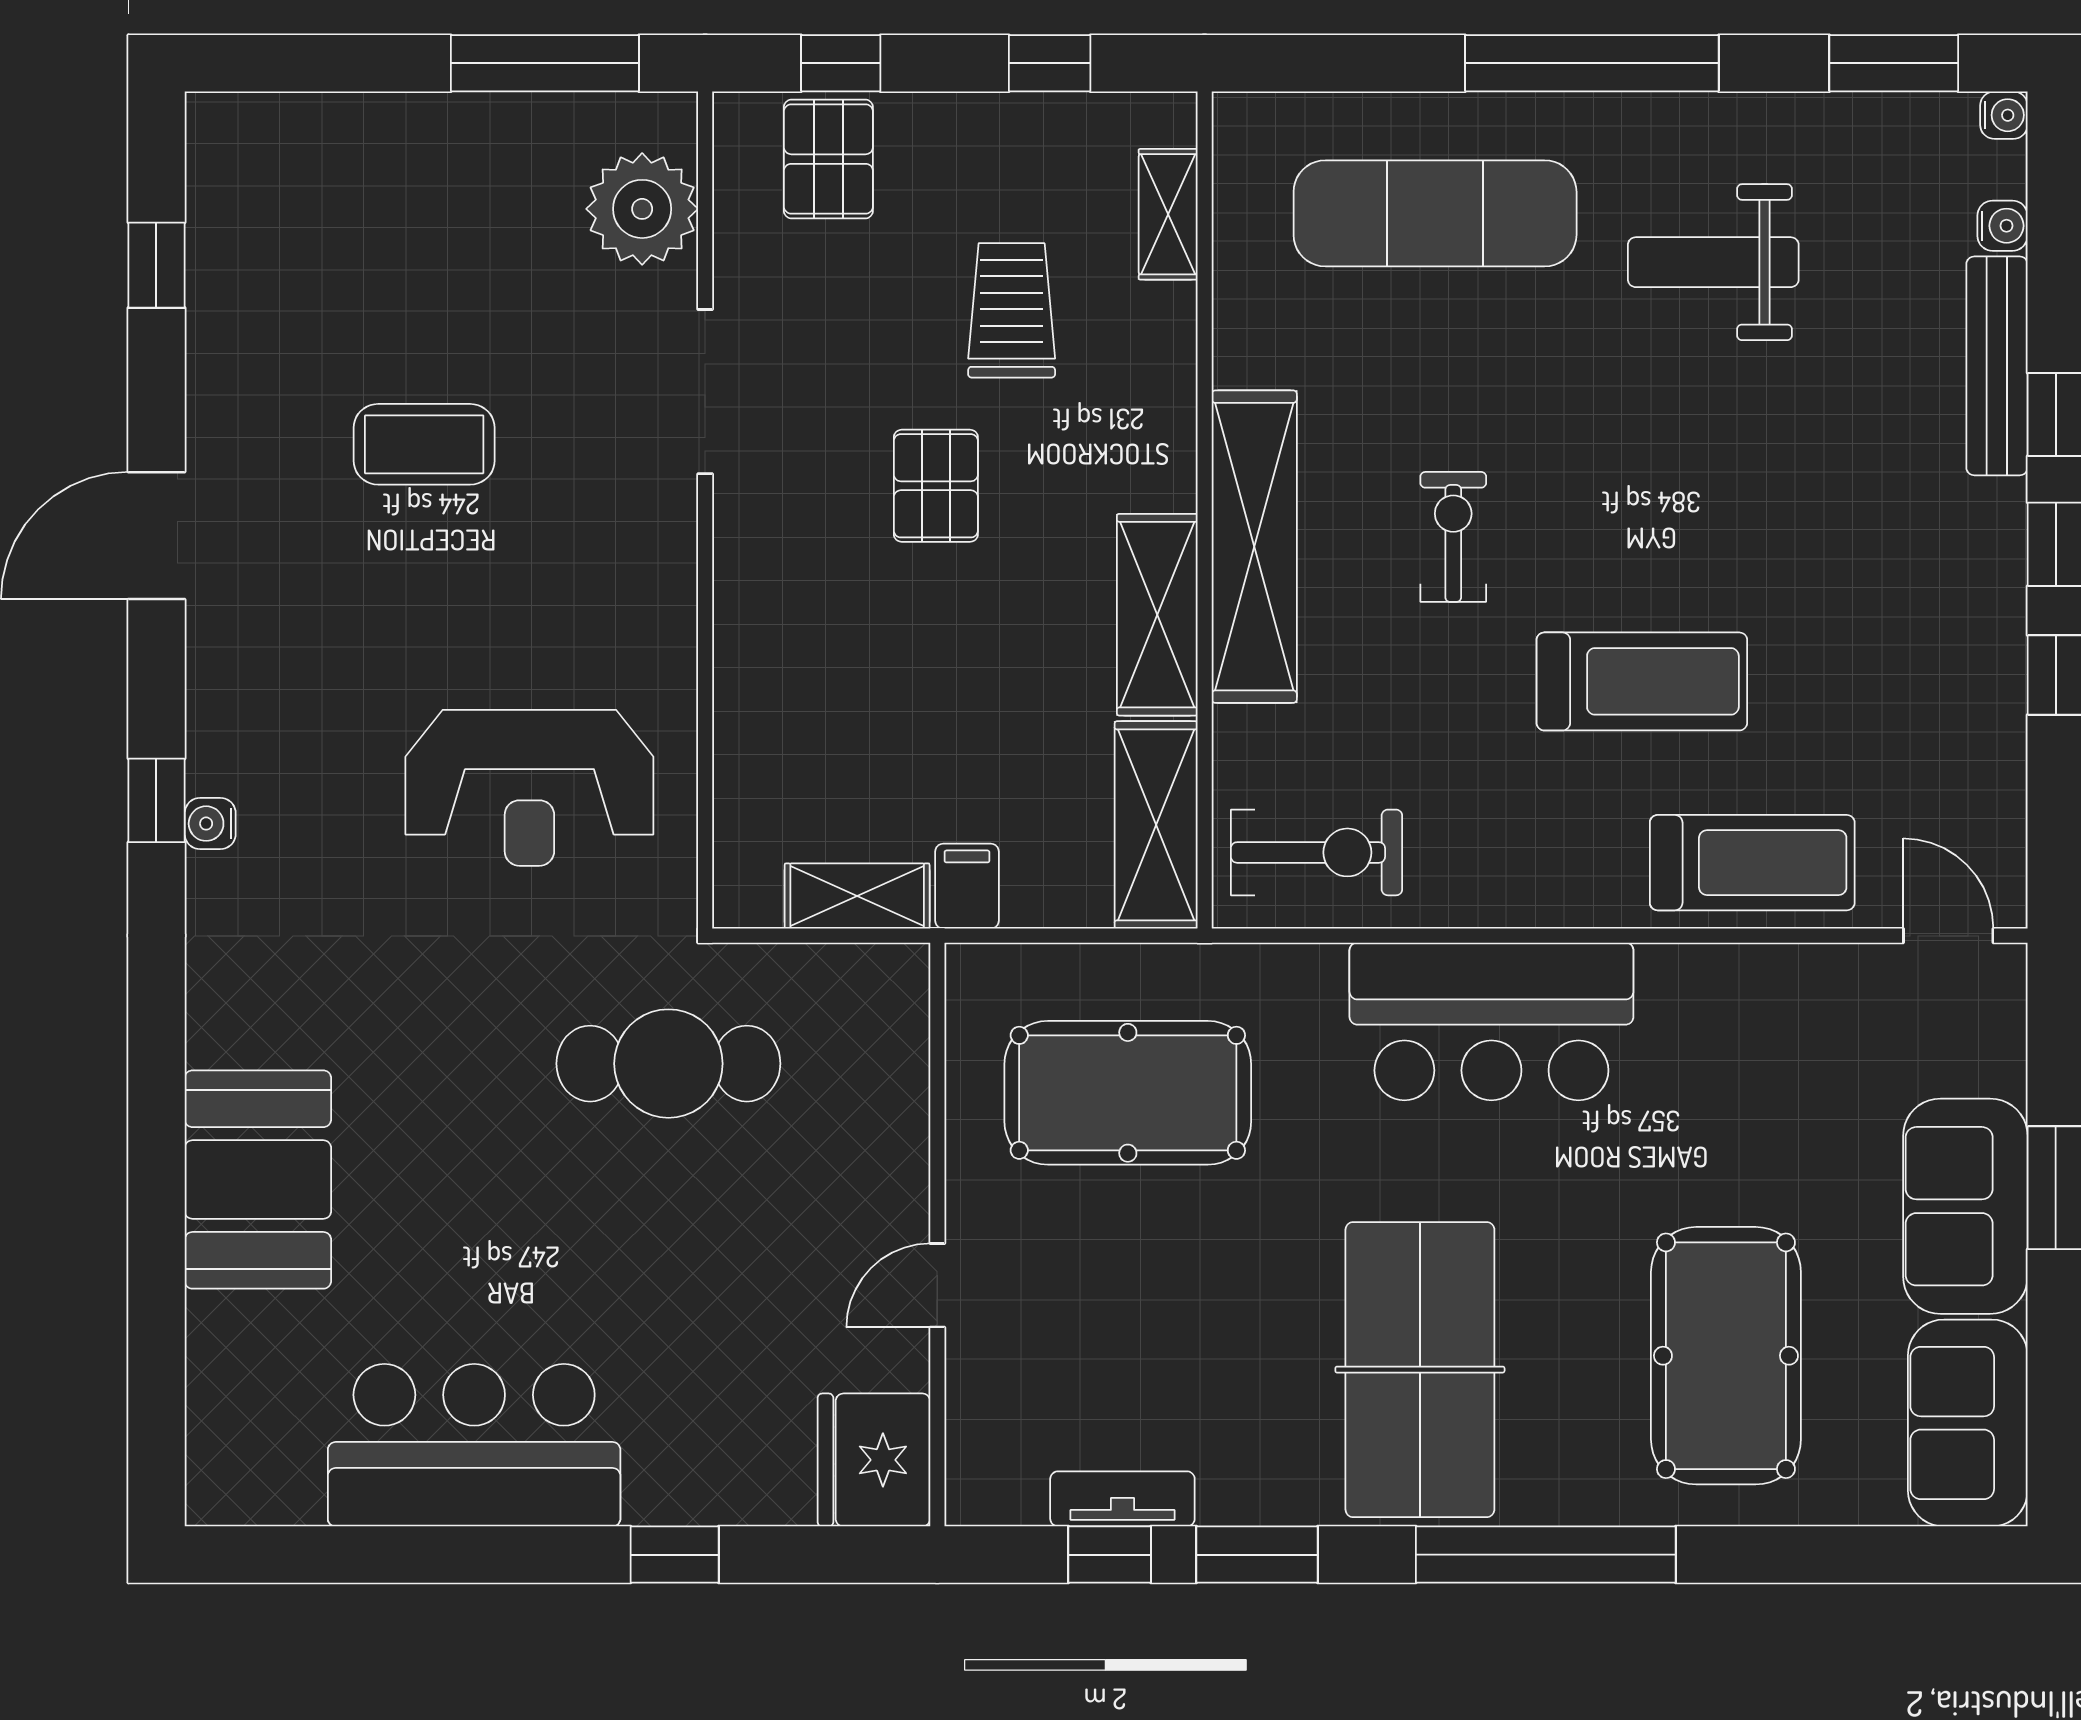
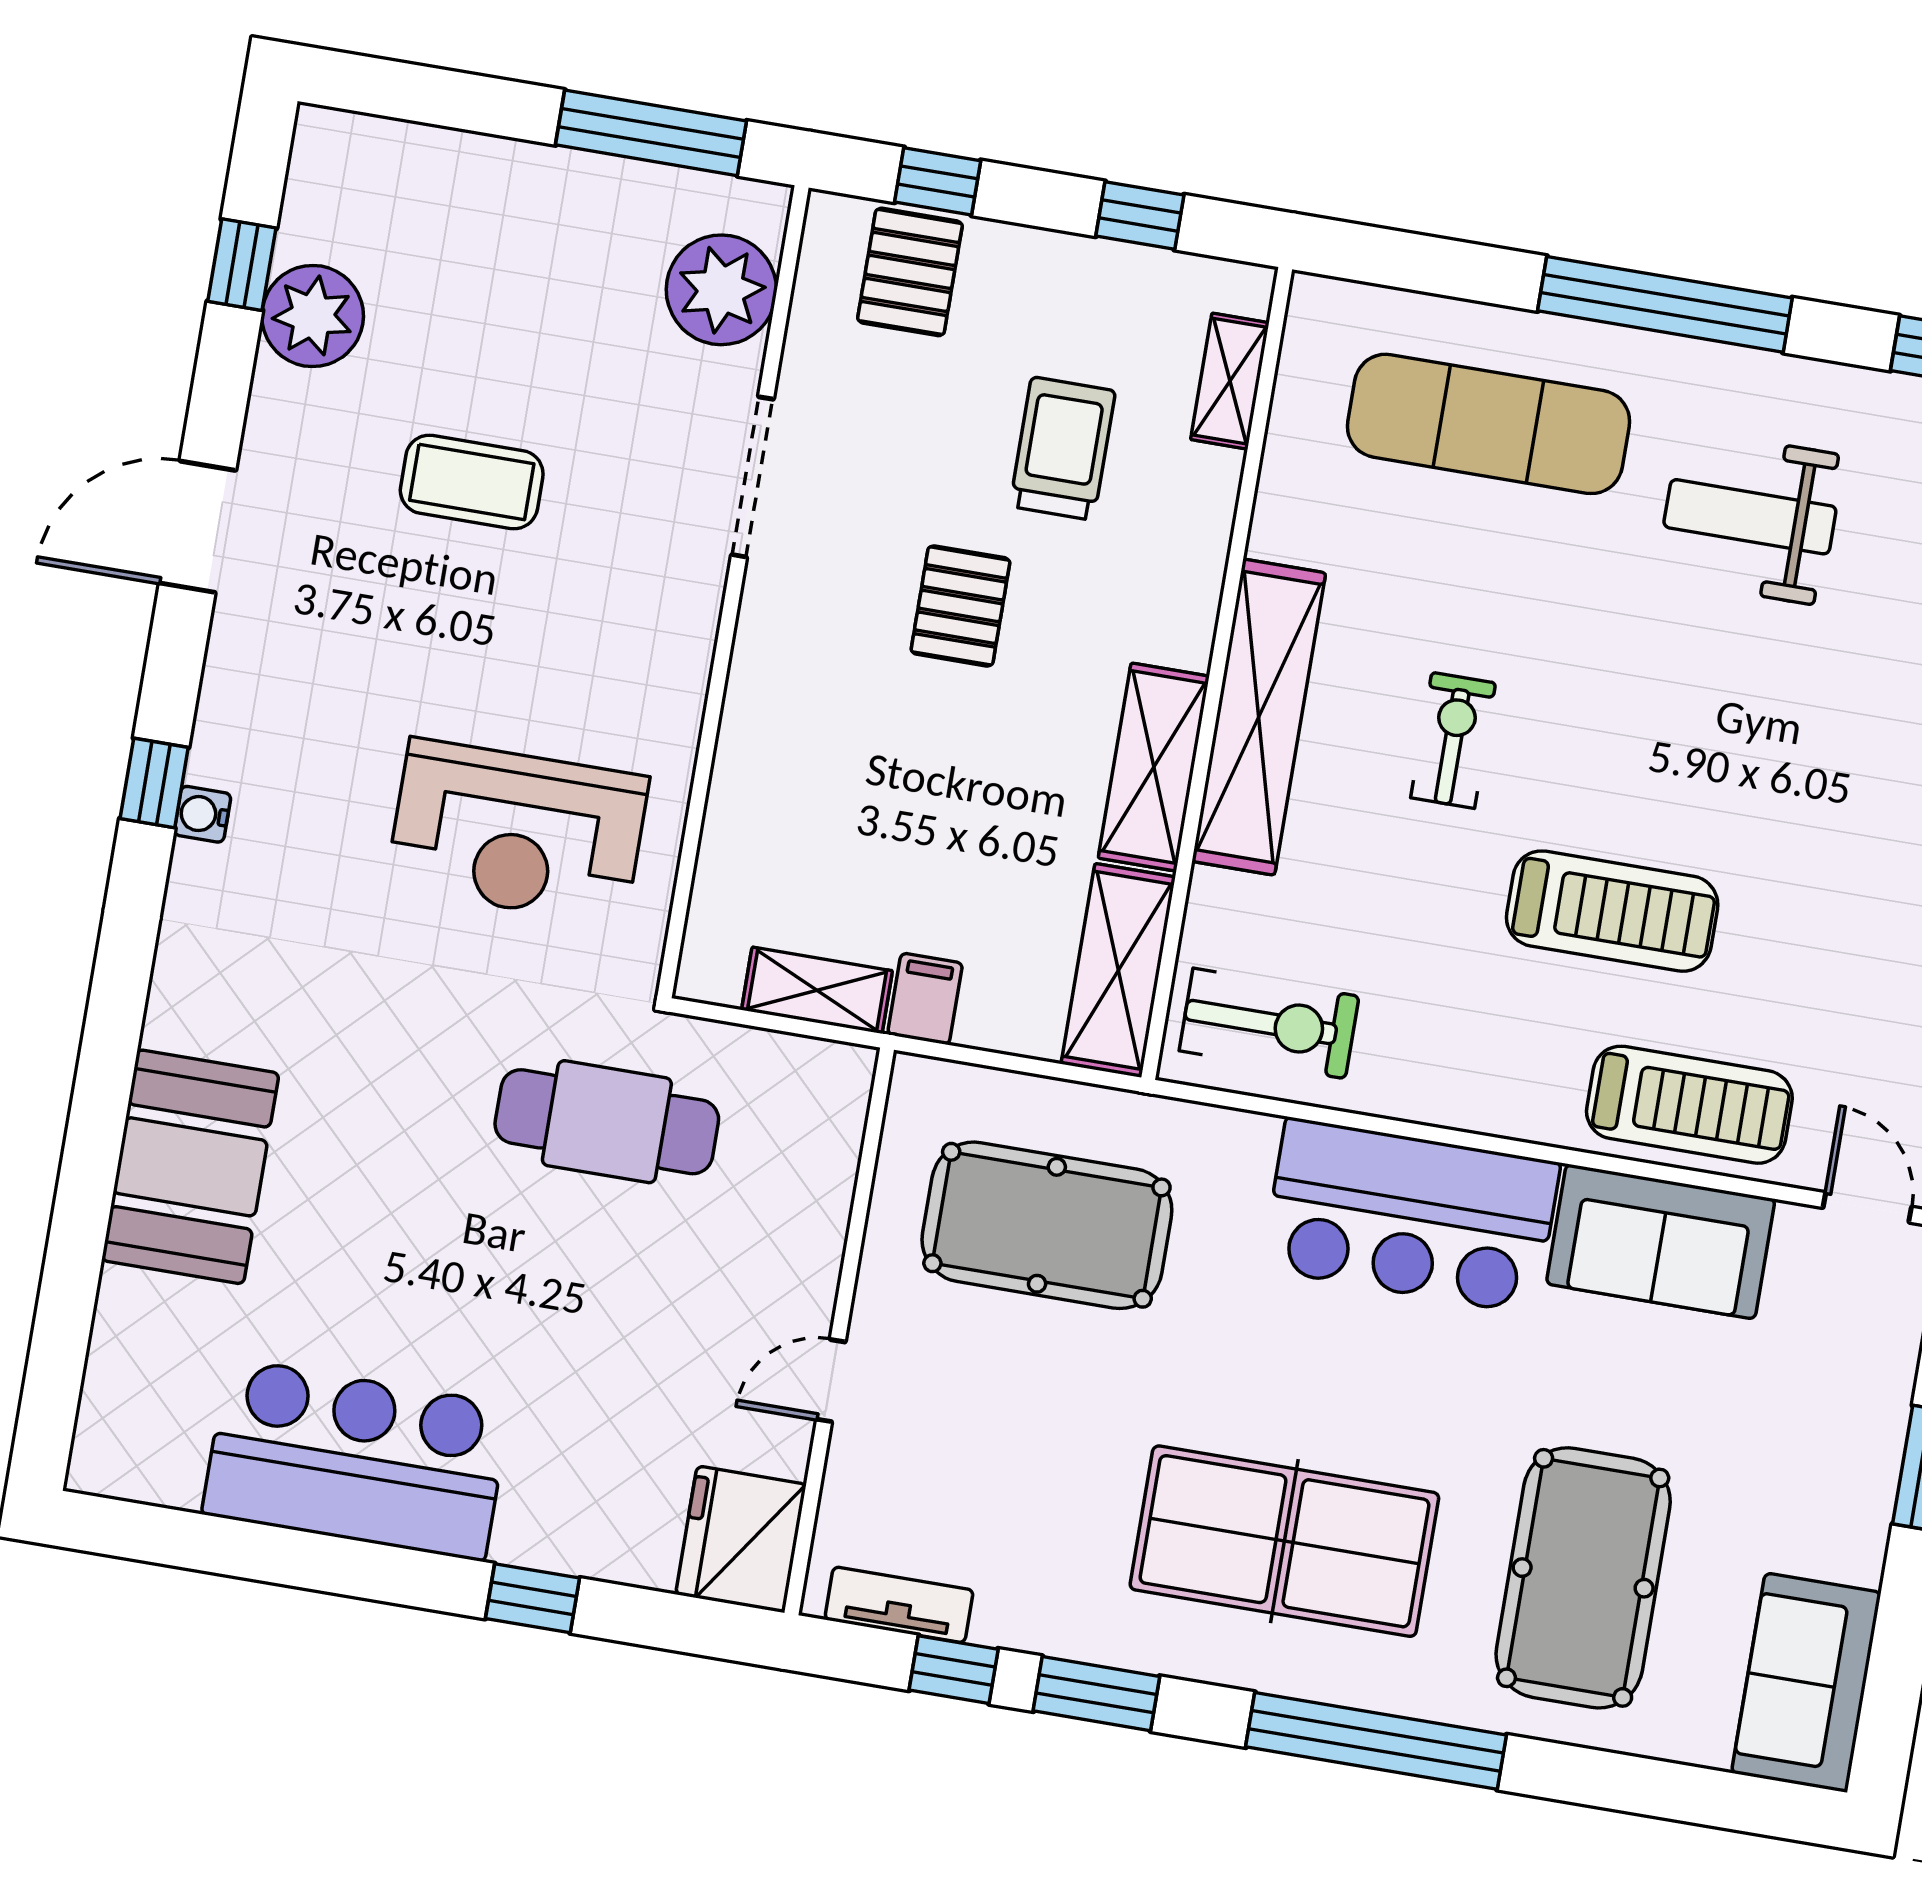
plant: (236, 305) -> (313, 316), added
sofa: (1965, 1206) -> (1661, 1242), moved, turned -90
table tennis table: (1420, 1370) -> (1284, 1541), turned 90
tv unit: (1122, 1499) -> (899, 1605), moved

